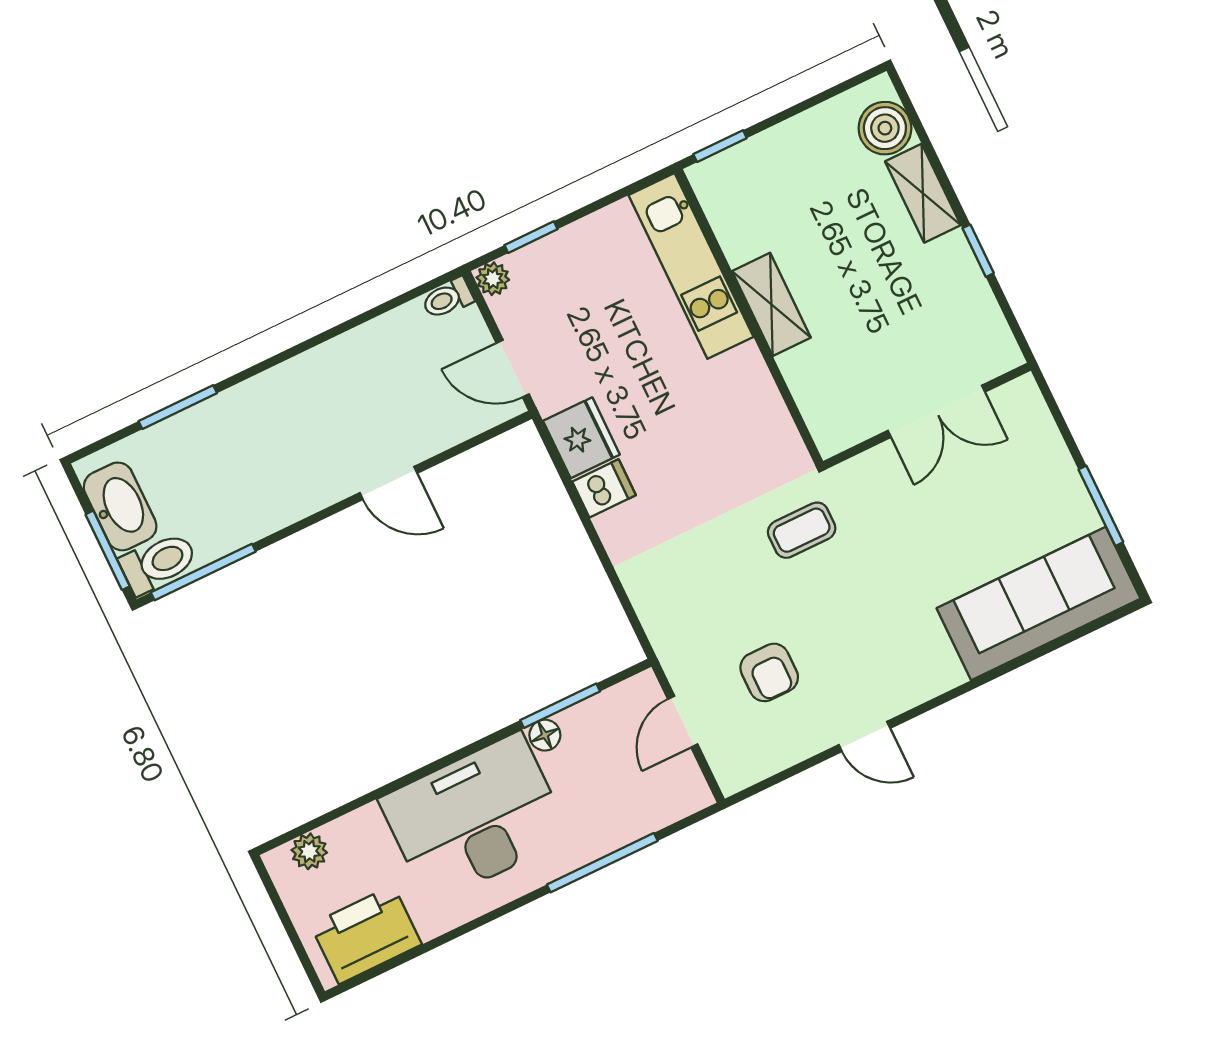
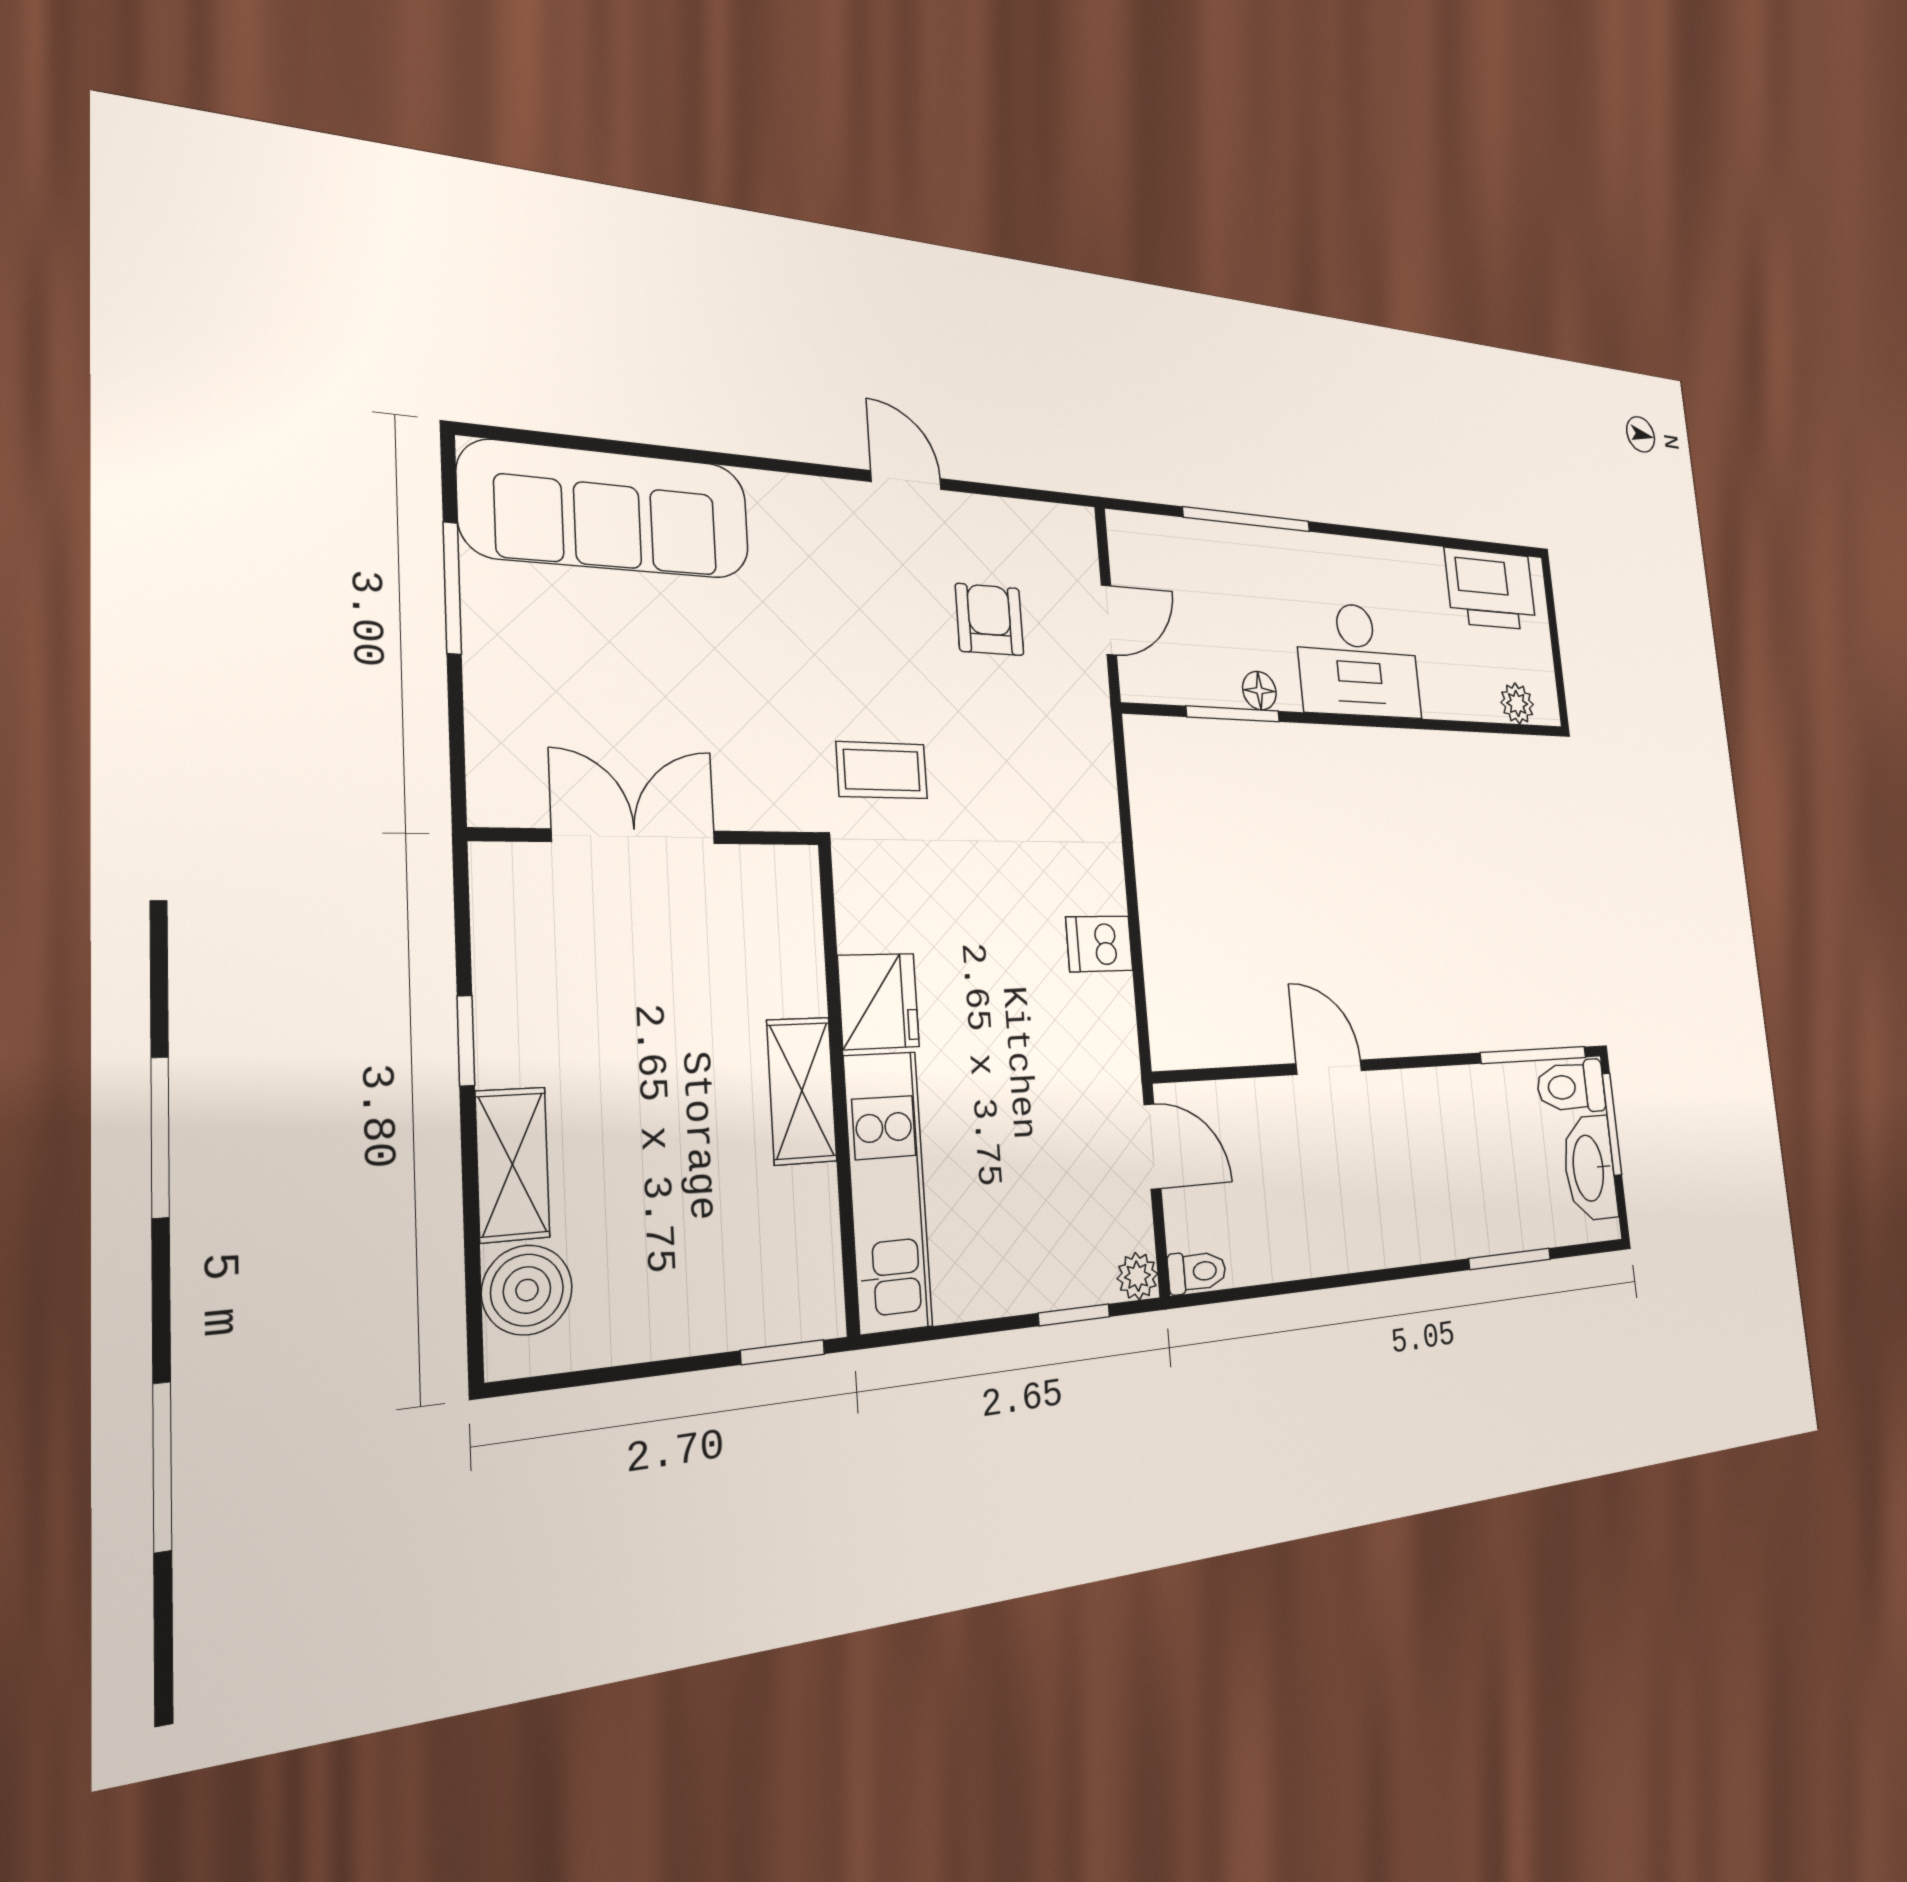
fridge: (581, 438) -> (879, 1001), moved, turned 180
desk: (475, 818) -> (1358, 660), width x0.73, depth x0.77

